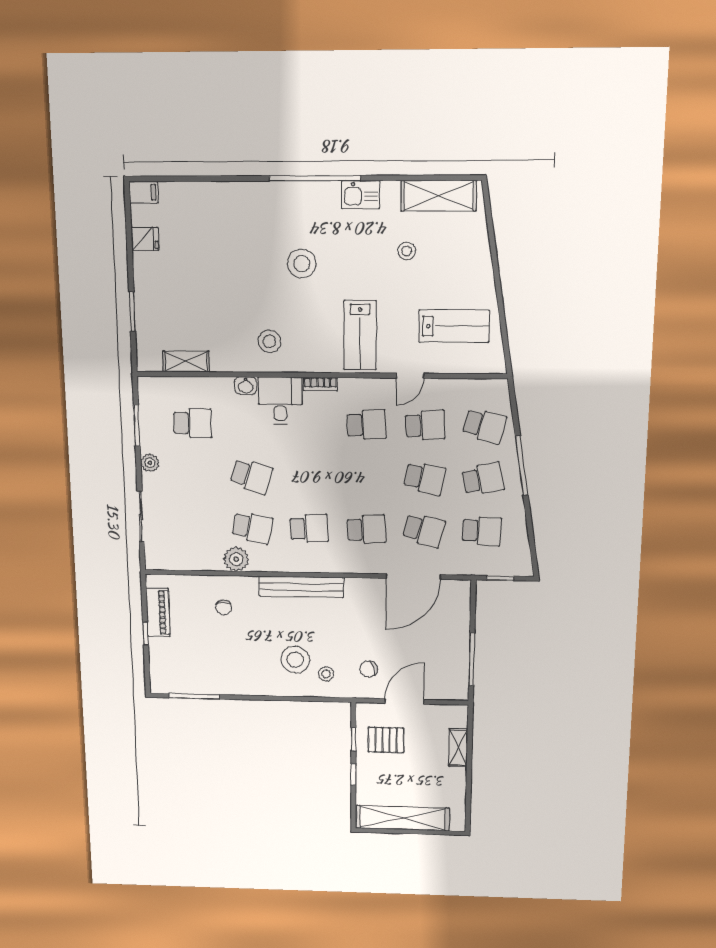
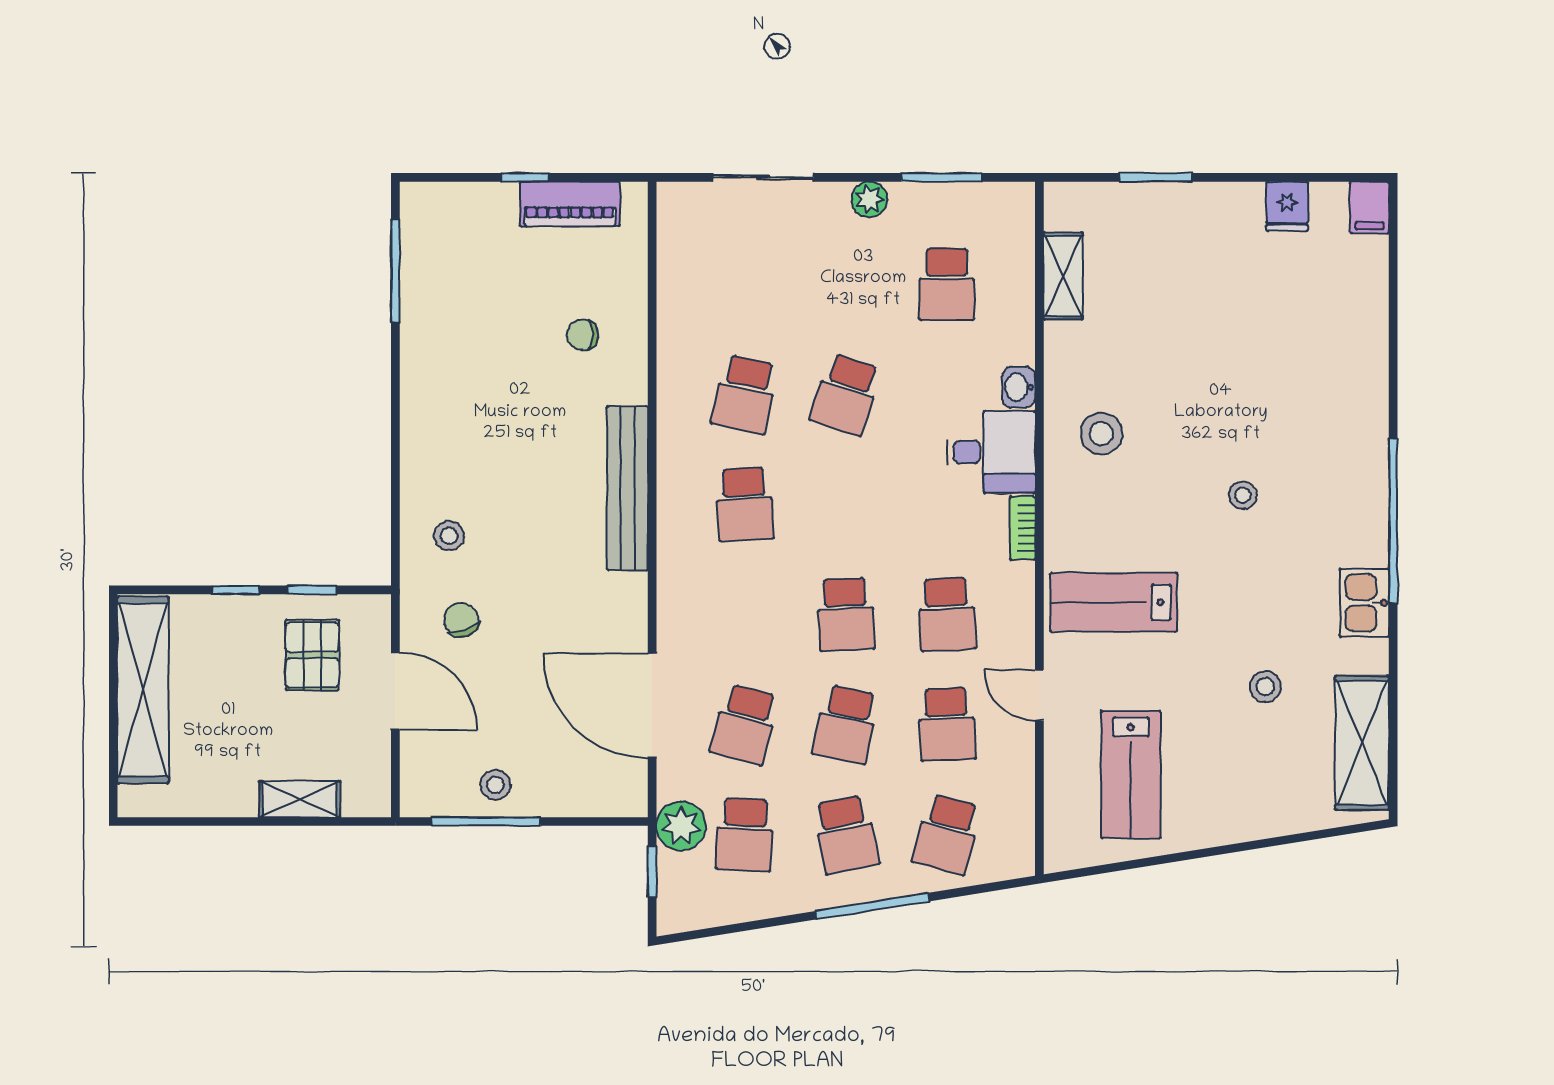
stool: (302, 264) -> (1243, 495), width x0.53, depth x0.53
school desk: (366, 529) -> (846, 614), moved
plant: (236, 559) -> (681, 826), moved
stool: (295, 660) -> (495, 785), moved, width x0.53, depth x0.53

